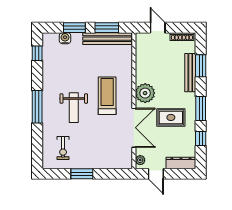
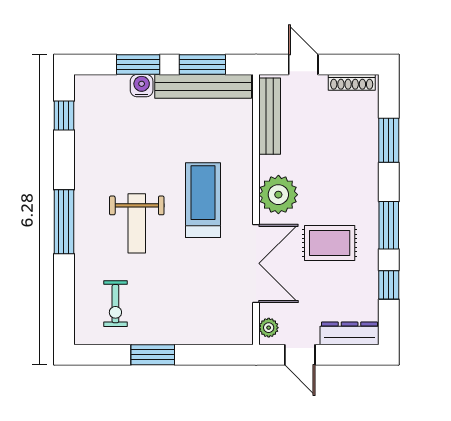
water cooler: (65, 38) -> (142, 86), moved
bench: (190, 73) -> (270, 116), moved

